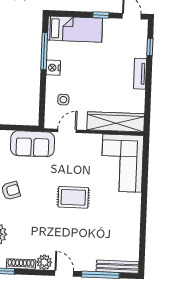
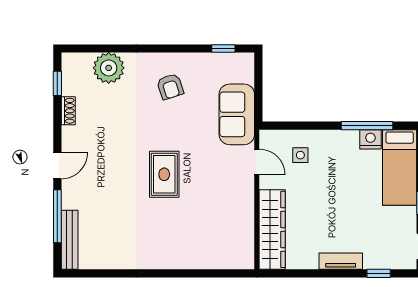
nightstand: (53, 68) -> (370, 139), moved
corner sofa: (122, 163) -> (215, 241), removed
plant: (44, 262) -> (72, 137), removed
shoe rack: (21, 264) -> (68, 111), width x0.70

